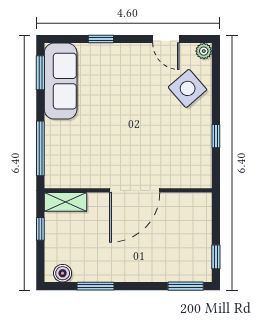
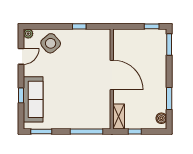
sofa: (61, 81) -> (33, 99), moved, turned 90

